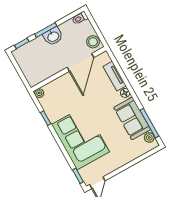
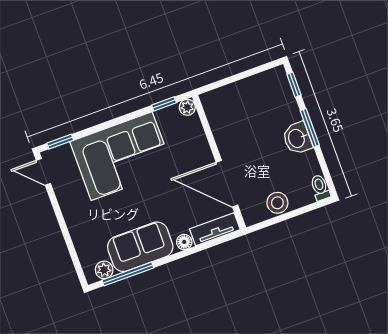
door: (80, 62) -> (227, 184), moved
wall: (69, 69) -> (219, 162), moved
plant: (39, 93) -> (187, 107), moved

